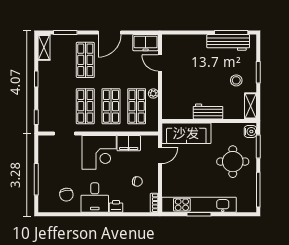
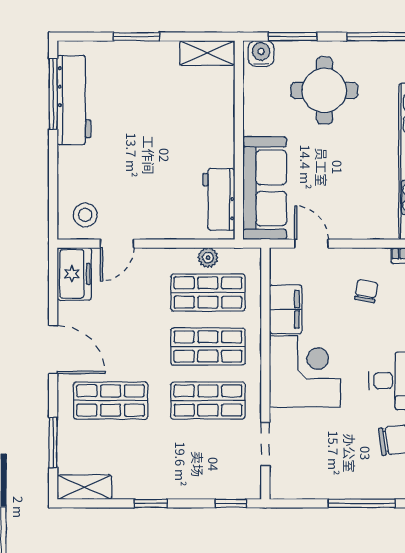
stool: (236, 80) -> (85, 215), moved
plant: (153, 94) -> (208, 258), moved
workbench: (208, 111) -> (219, 199), moved

